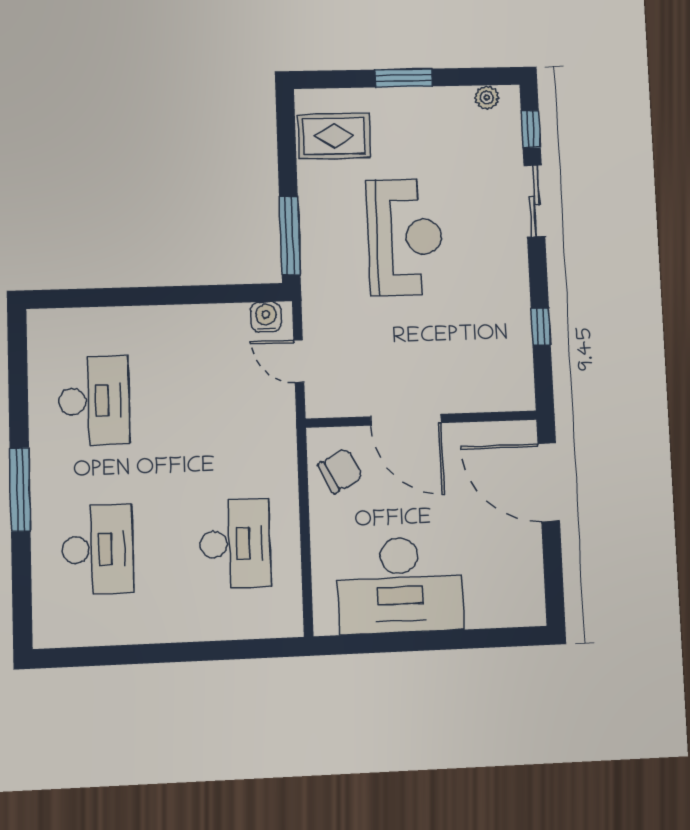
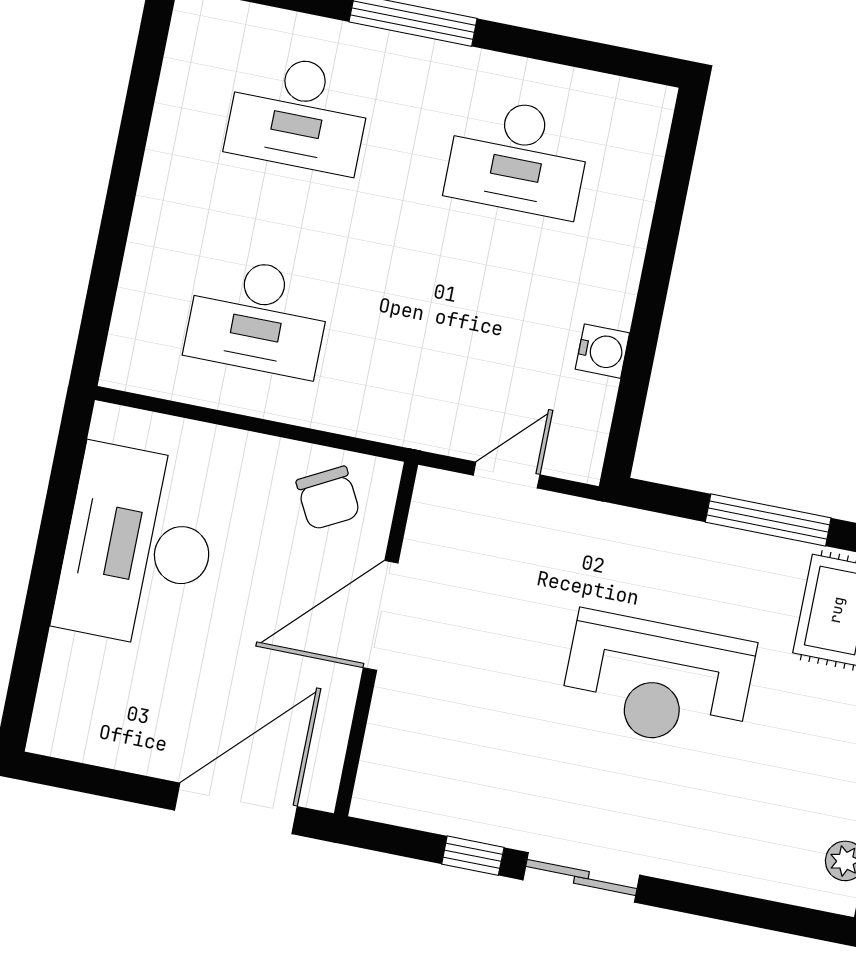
window: (531, 129) -> (781, 917), removed
sliding door: (534, 201) -> (581, 877), moved
window: (290, 236) -> (768, 520), moved
water cooler: (266, 317) -> (602, 351), moved

